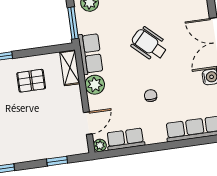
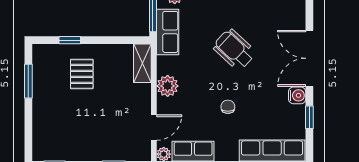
row of seats: (90, 54) -> (168, 32), moved
pallet: (31, 81) -> (82, 74), moved, turned 90

